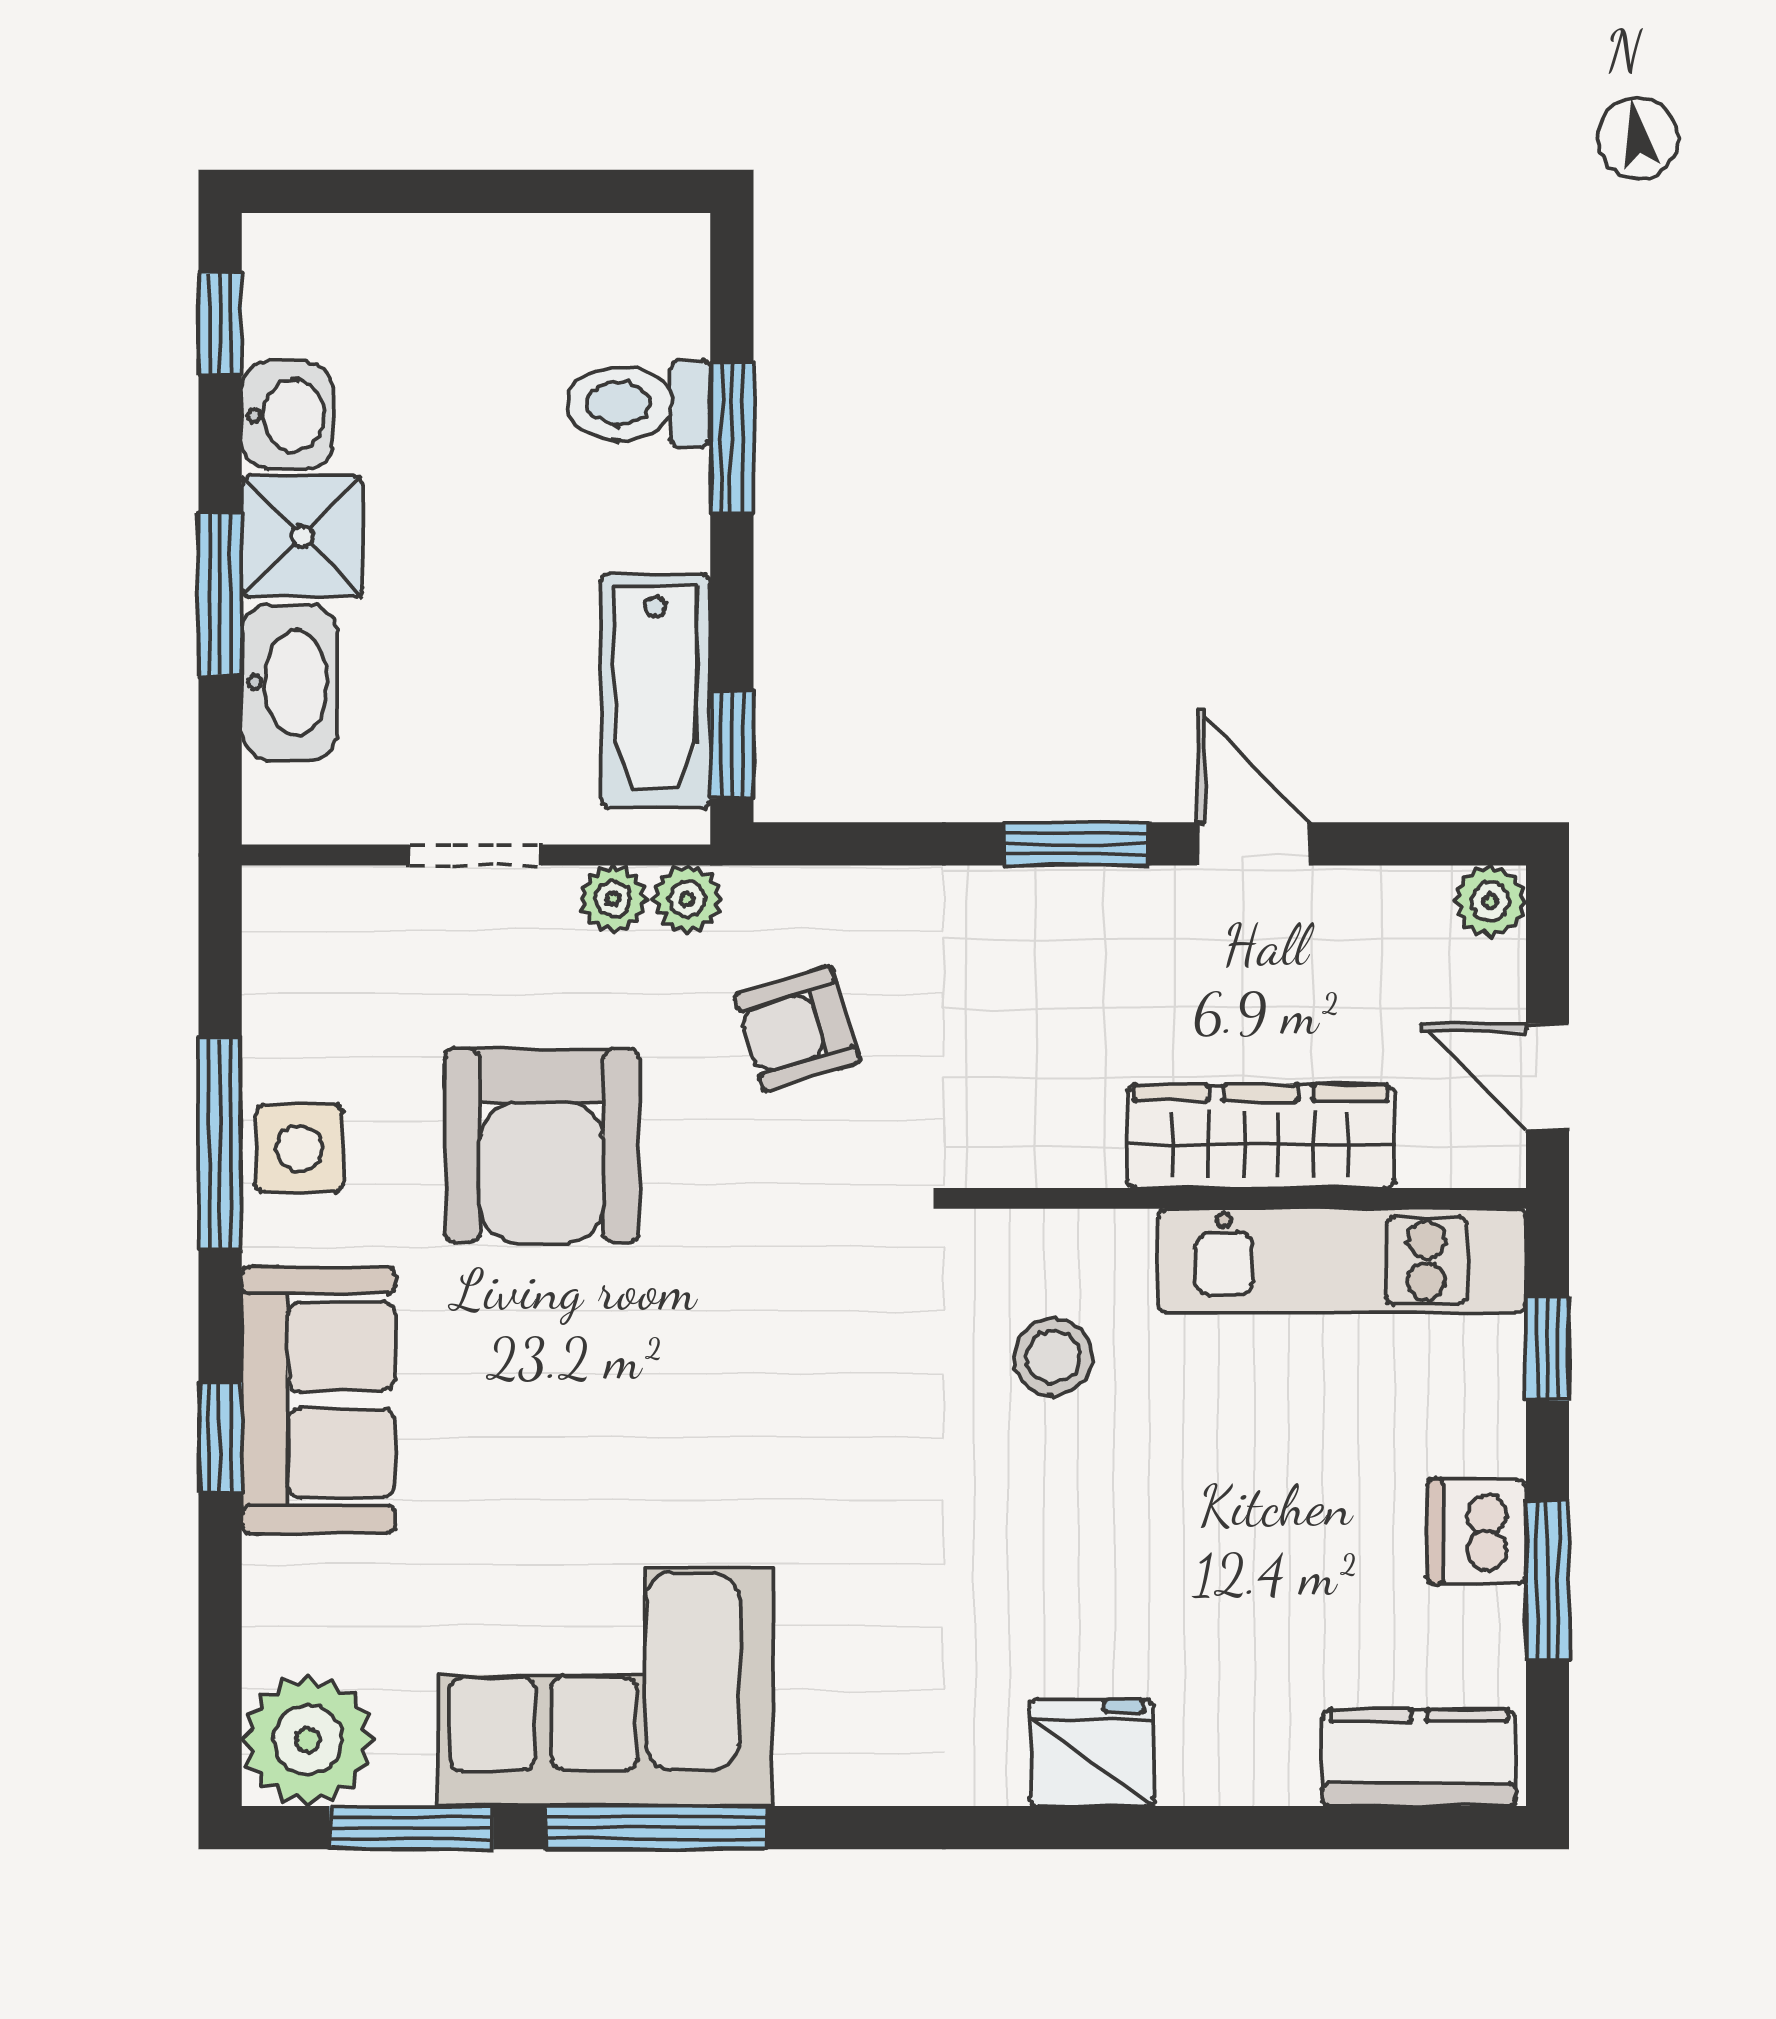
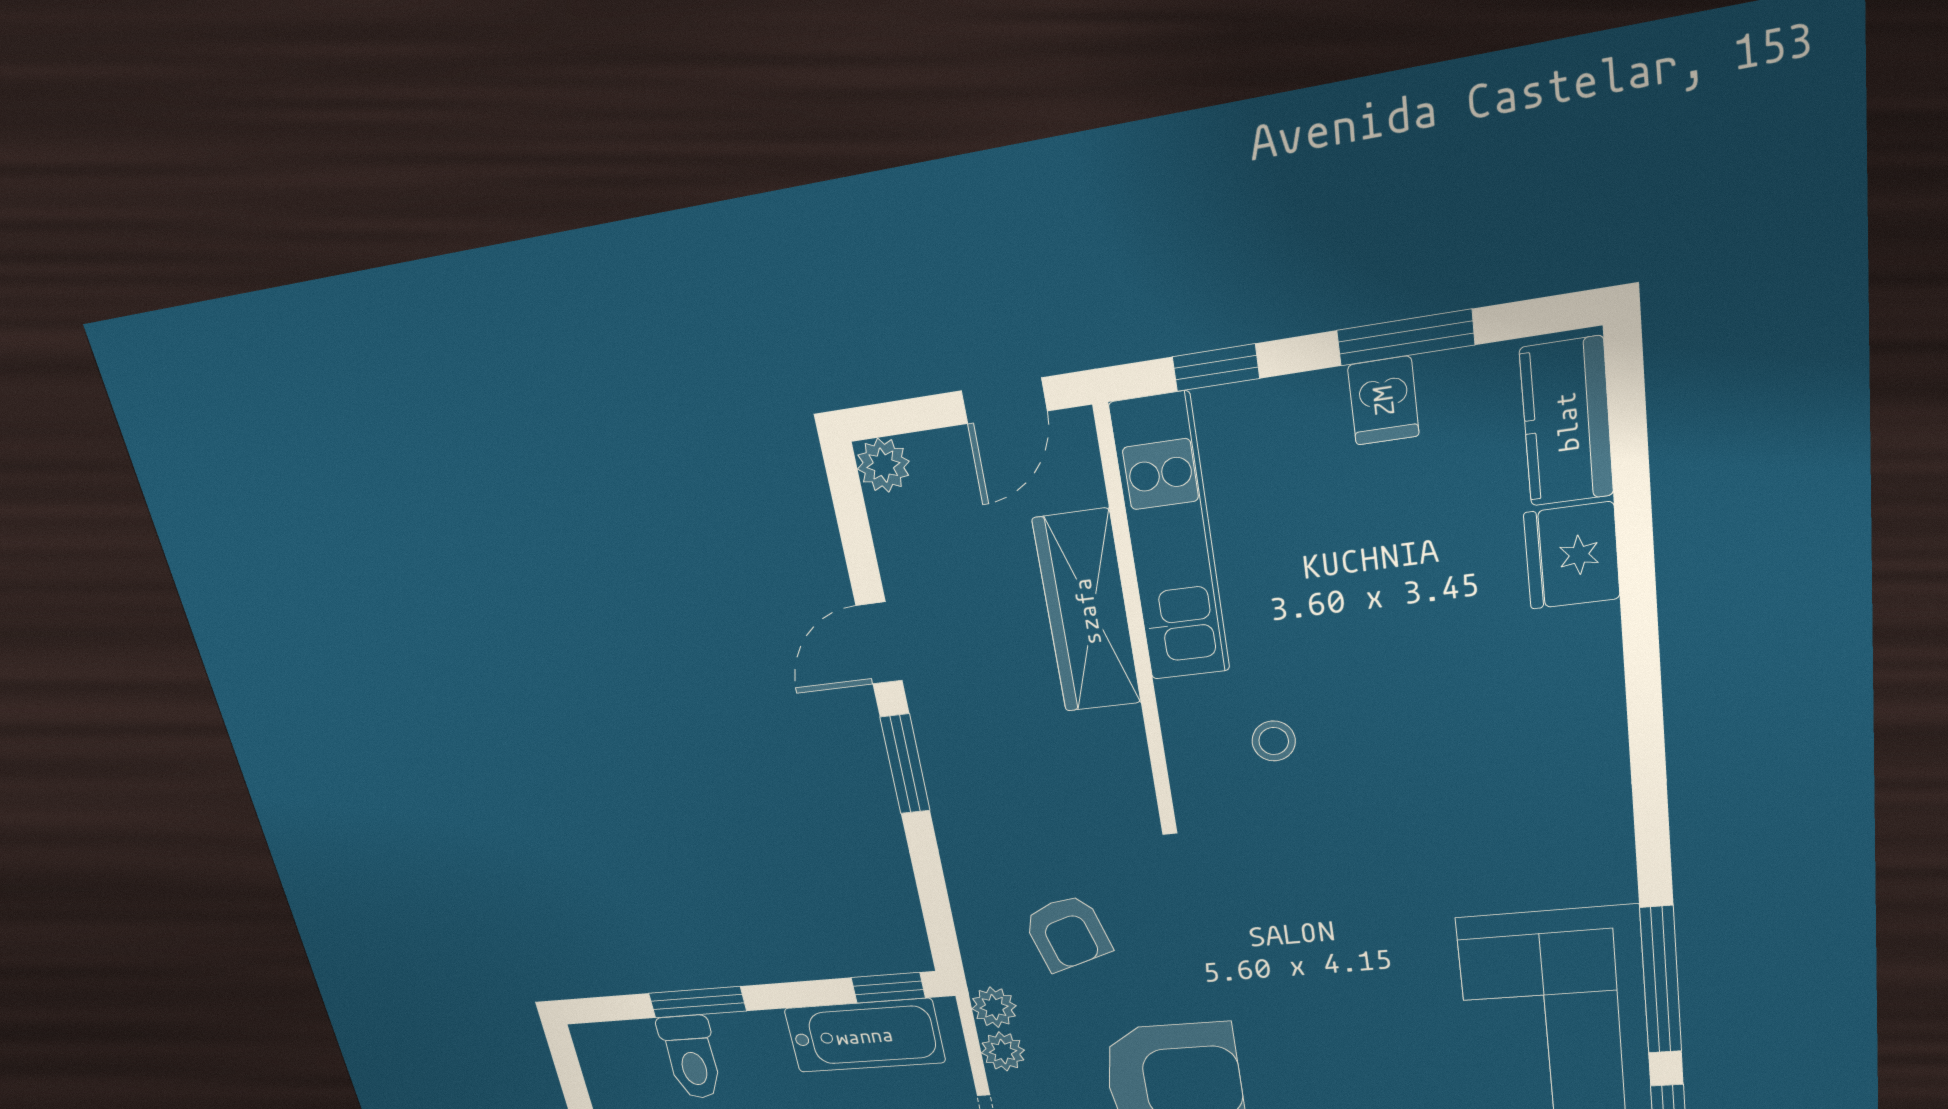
stool: (1053, 1357) -> (1274, 741), width x0.73, depth x0.73
dishwasher: (1477, 1531) -> (1383, 401), width x0.73
fridge: (1091, 1753) -> (1572, 556), moved

